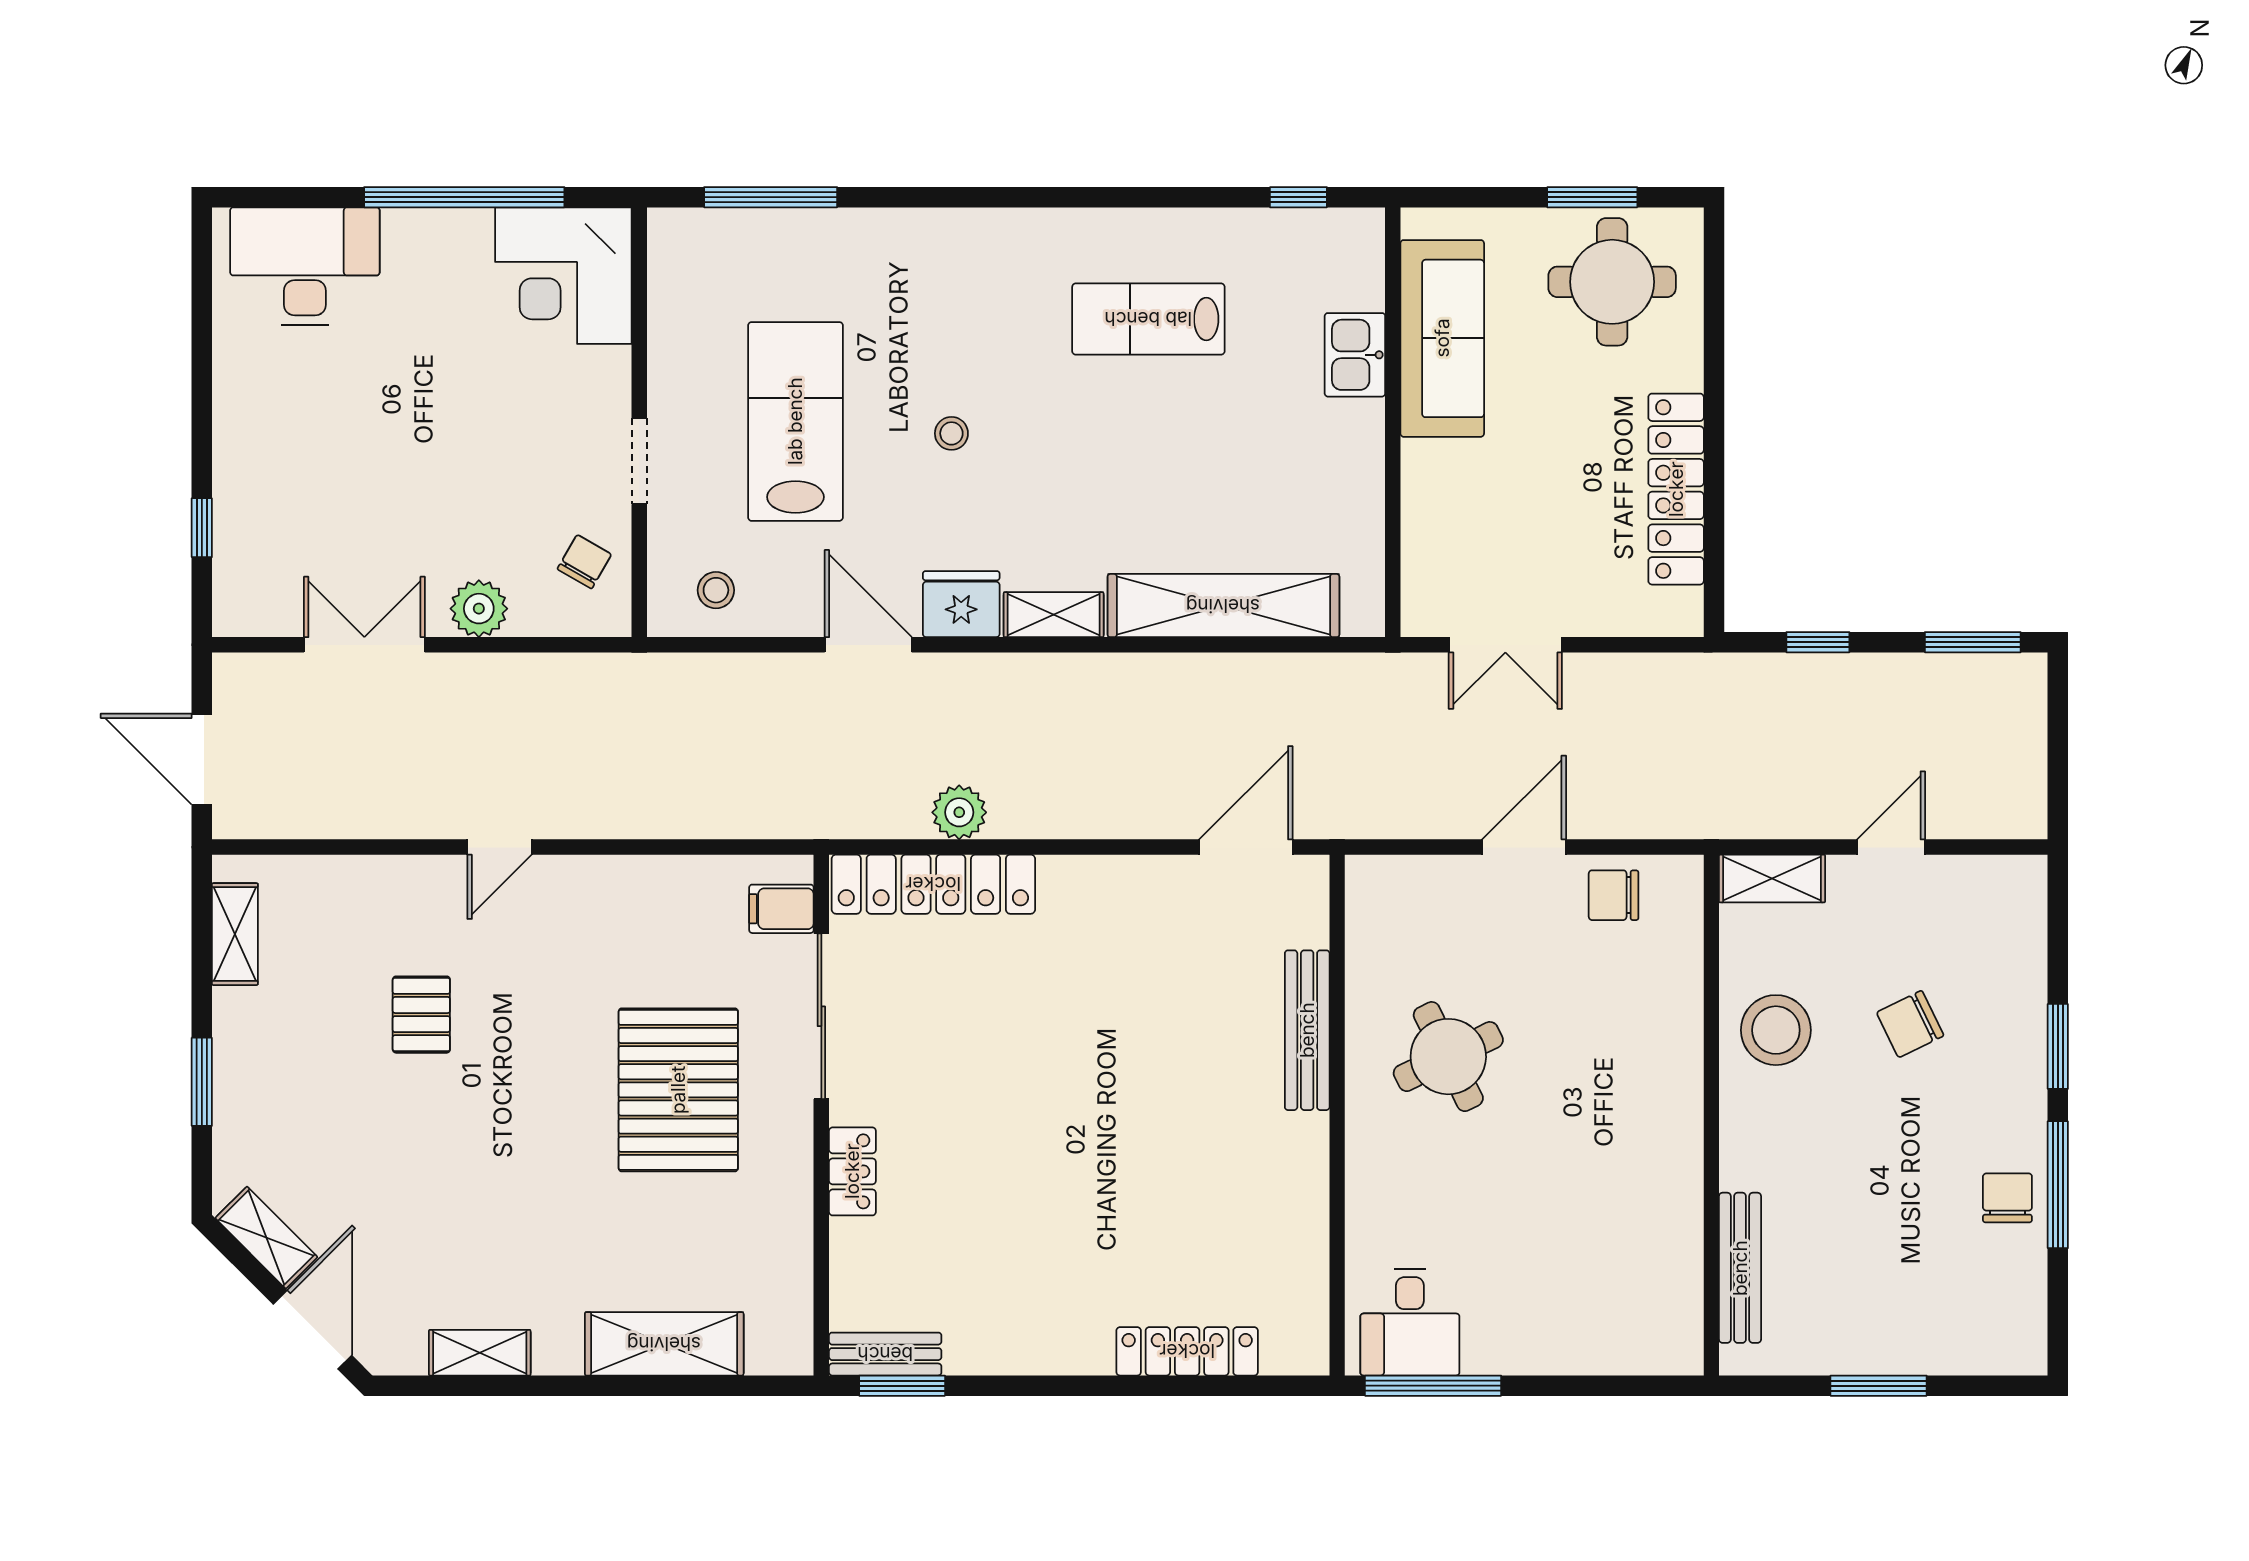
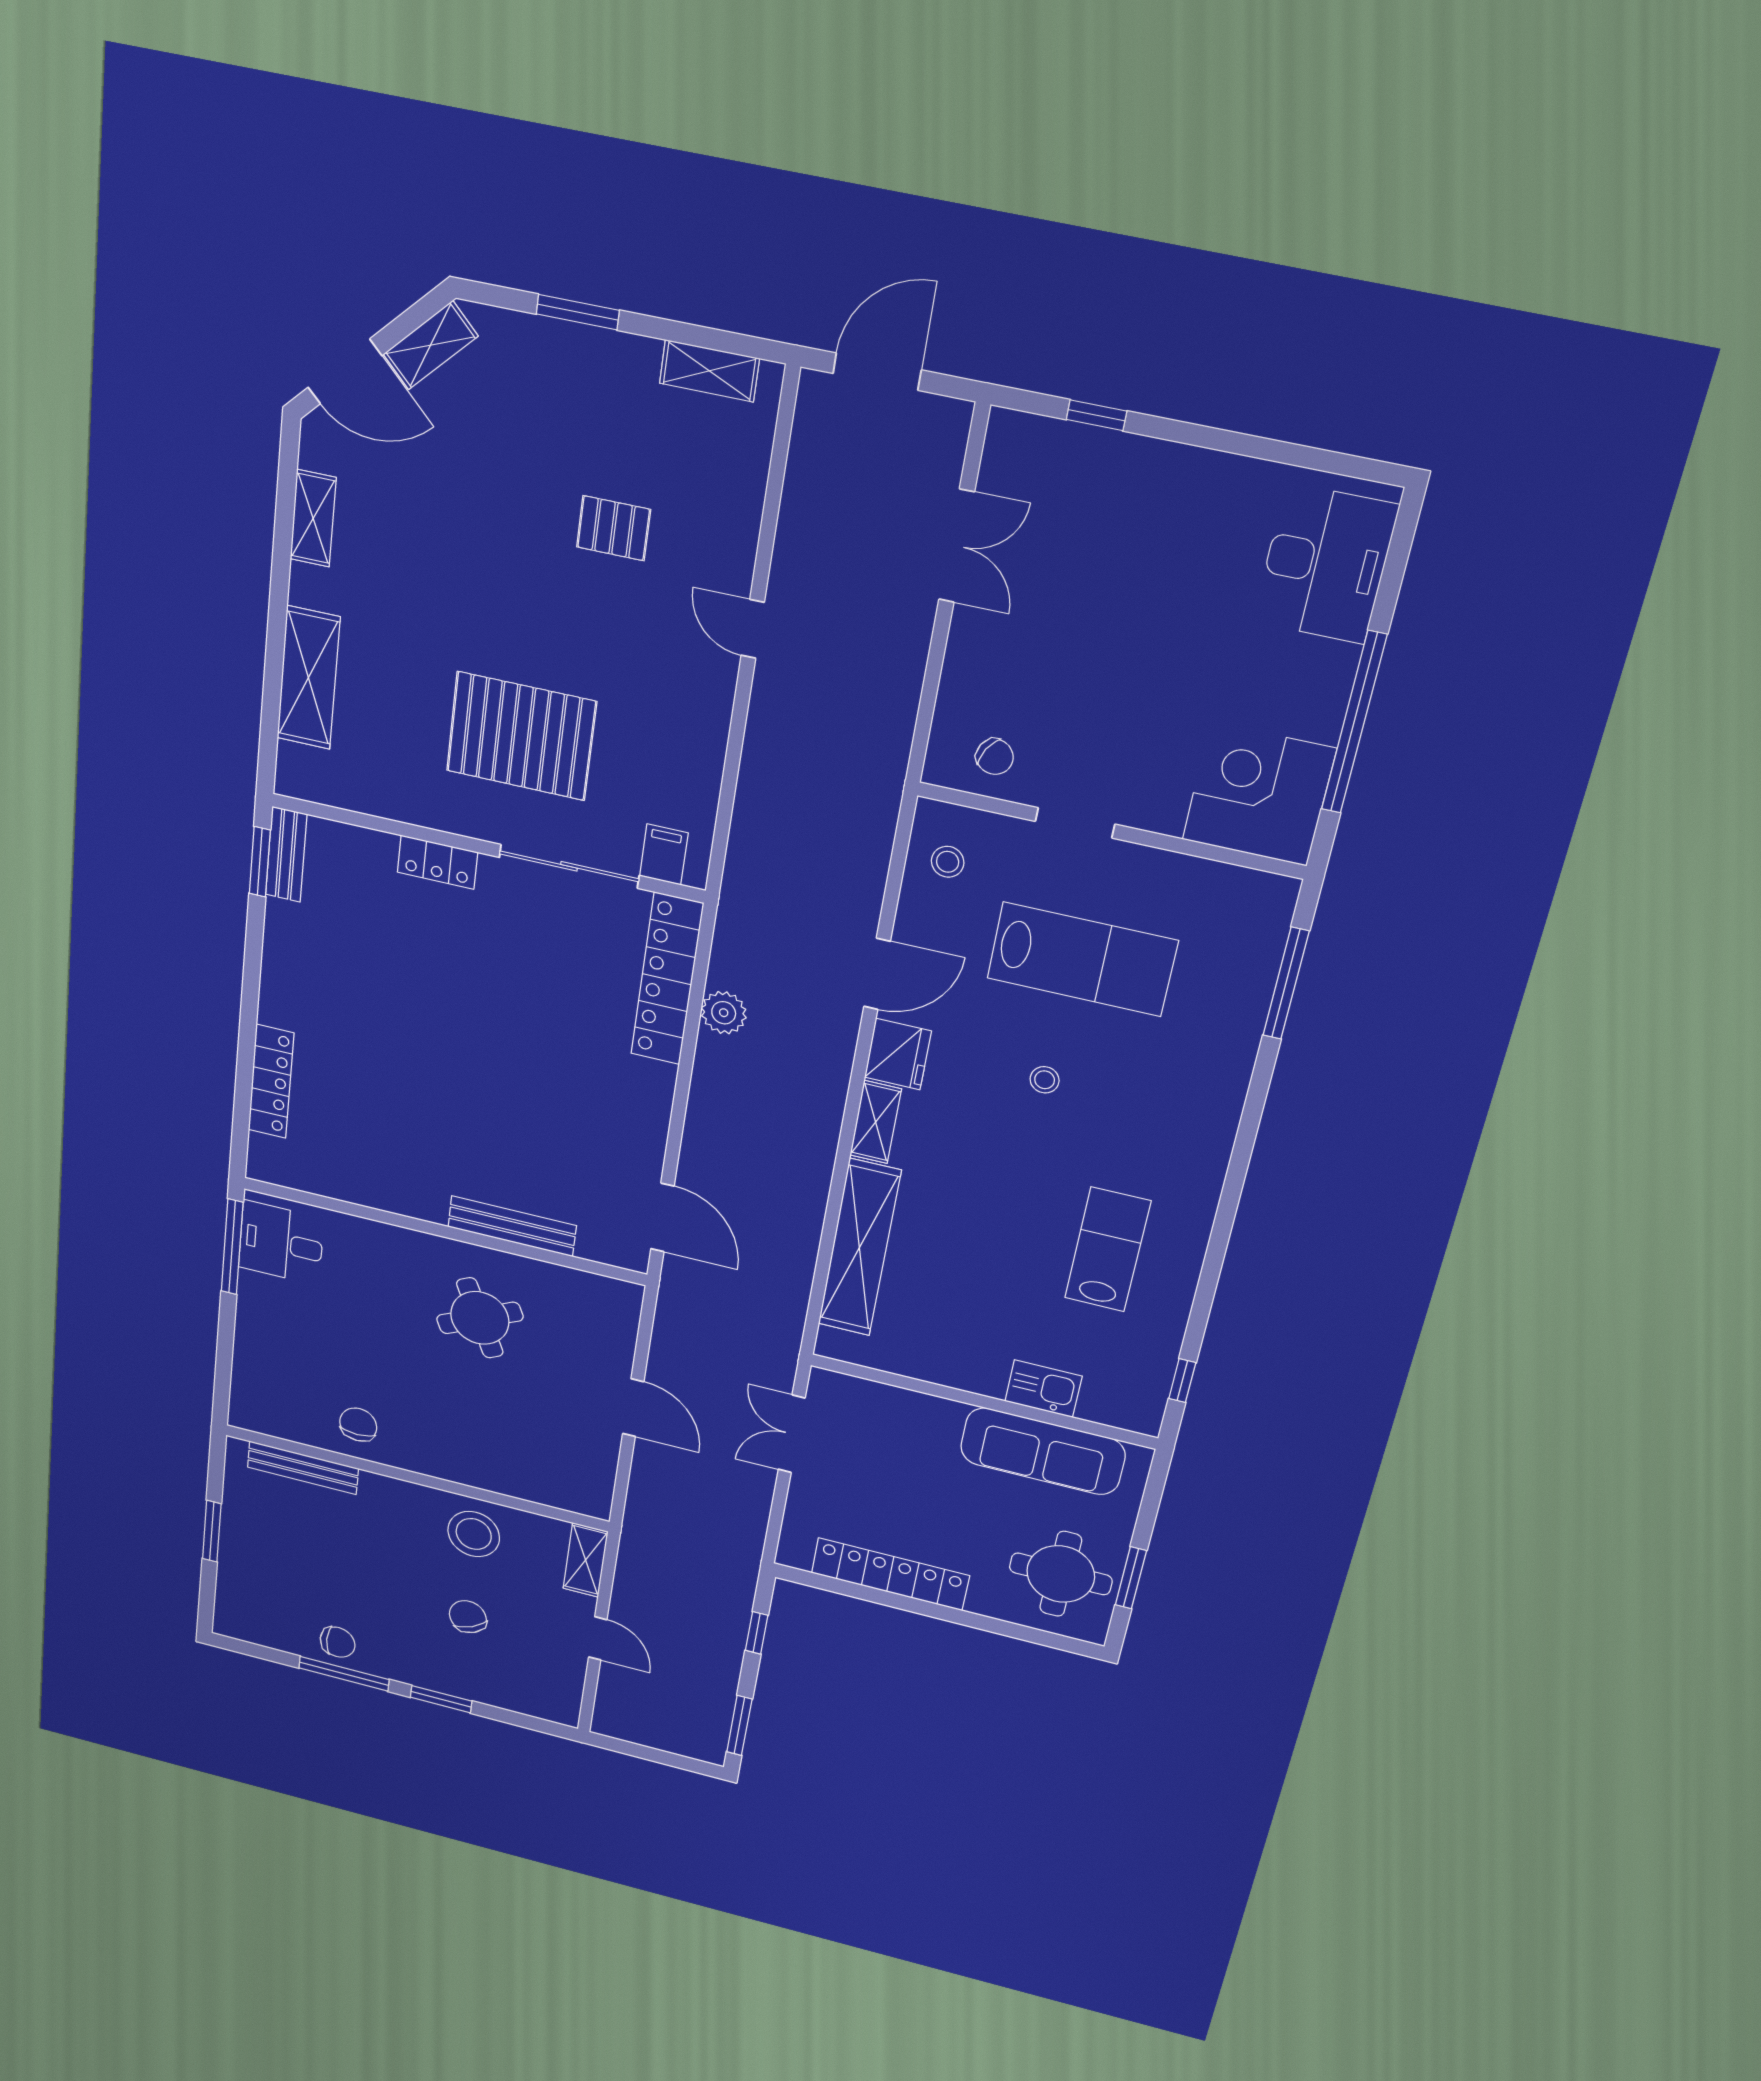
plant: (479, 609) -> (970, 656), removed
chair: (1614, 895) -> (358, 1425), moved

